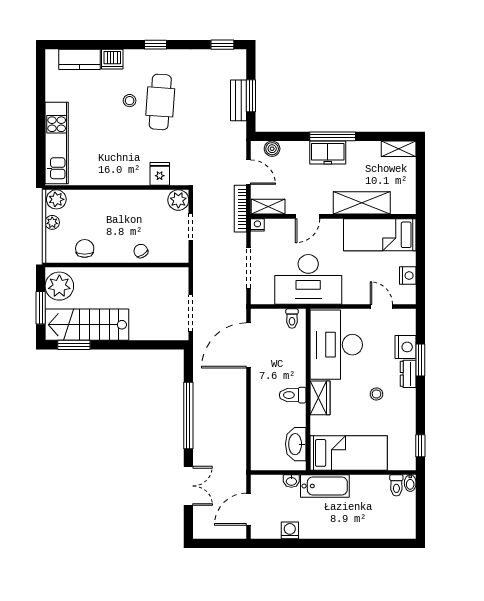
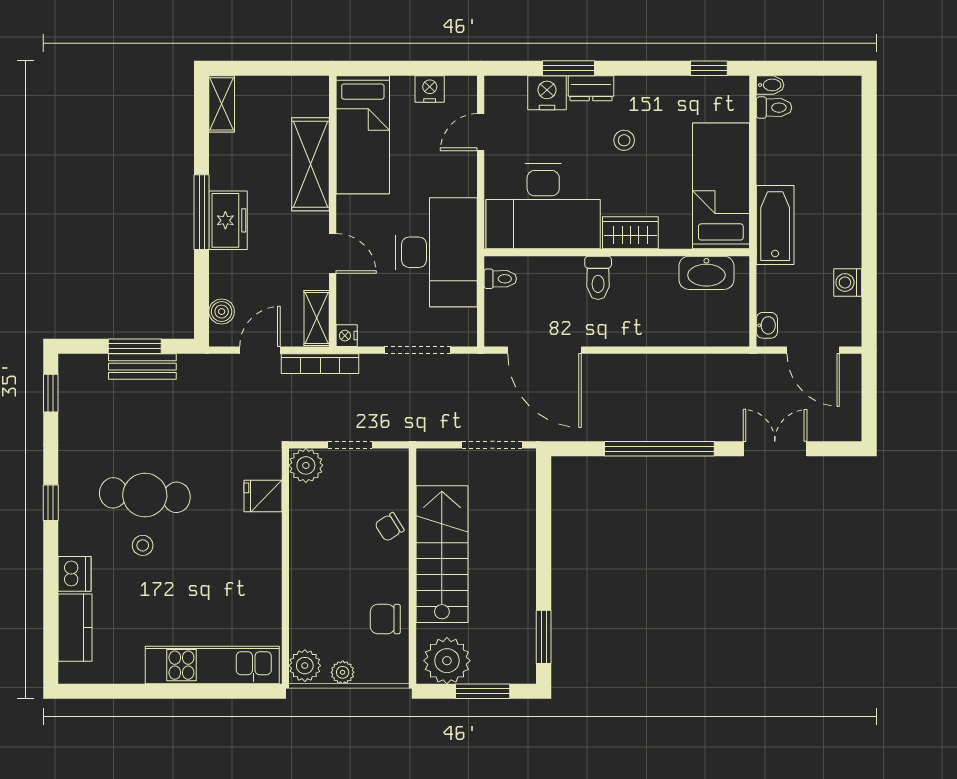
stairs: (87, 325) -> (442, 554), moved, turned 180
toilet: (293, 395) -> (598, 278), moved
washbasin: (291, 481) -> (767, 325), moved

